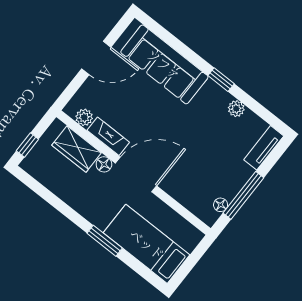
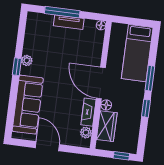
plant: (236, 109) -> (27, 60), moved
tv unit: (264, 148) -> (69, 22), moved
window: (243, 195) -> (62, 12), moved
floor lamp: (221, 205) -> (101, 25), moved
window: (69, 213) -> (146, 108), added

